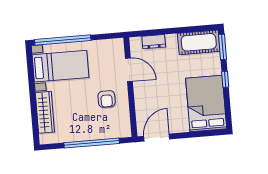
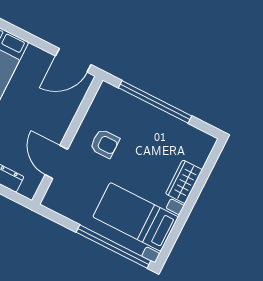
armchair: (107, 99) -> (105, 144), turned 90
wardrobe: (45, 112) -> (184, 182), width x0.67

